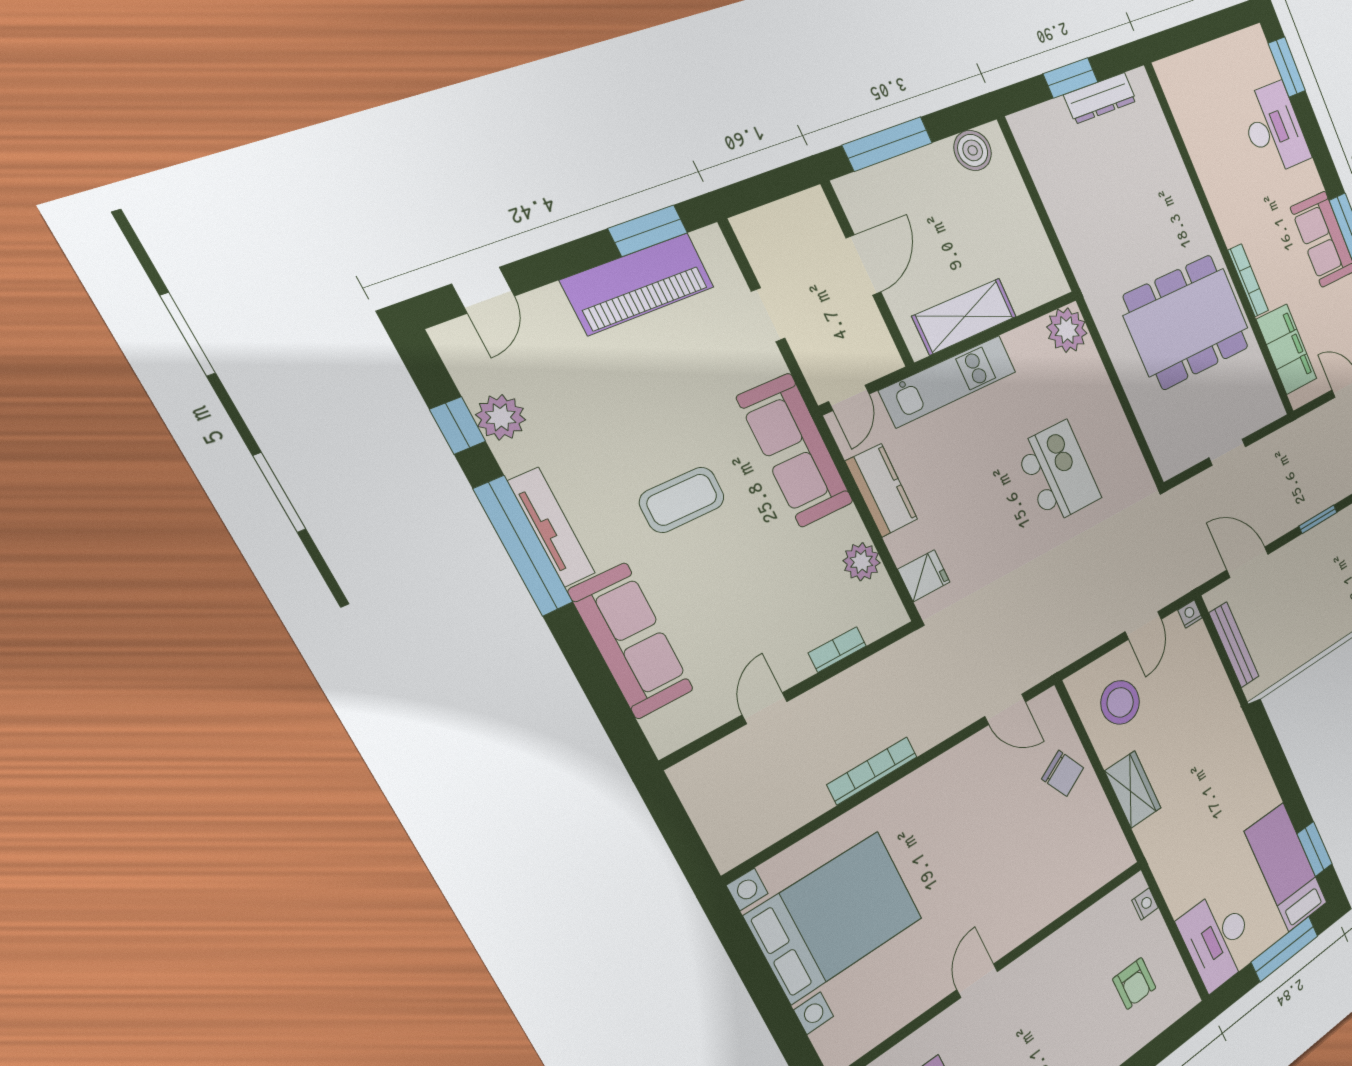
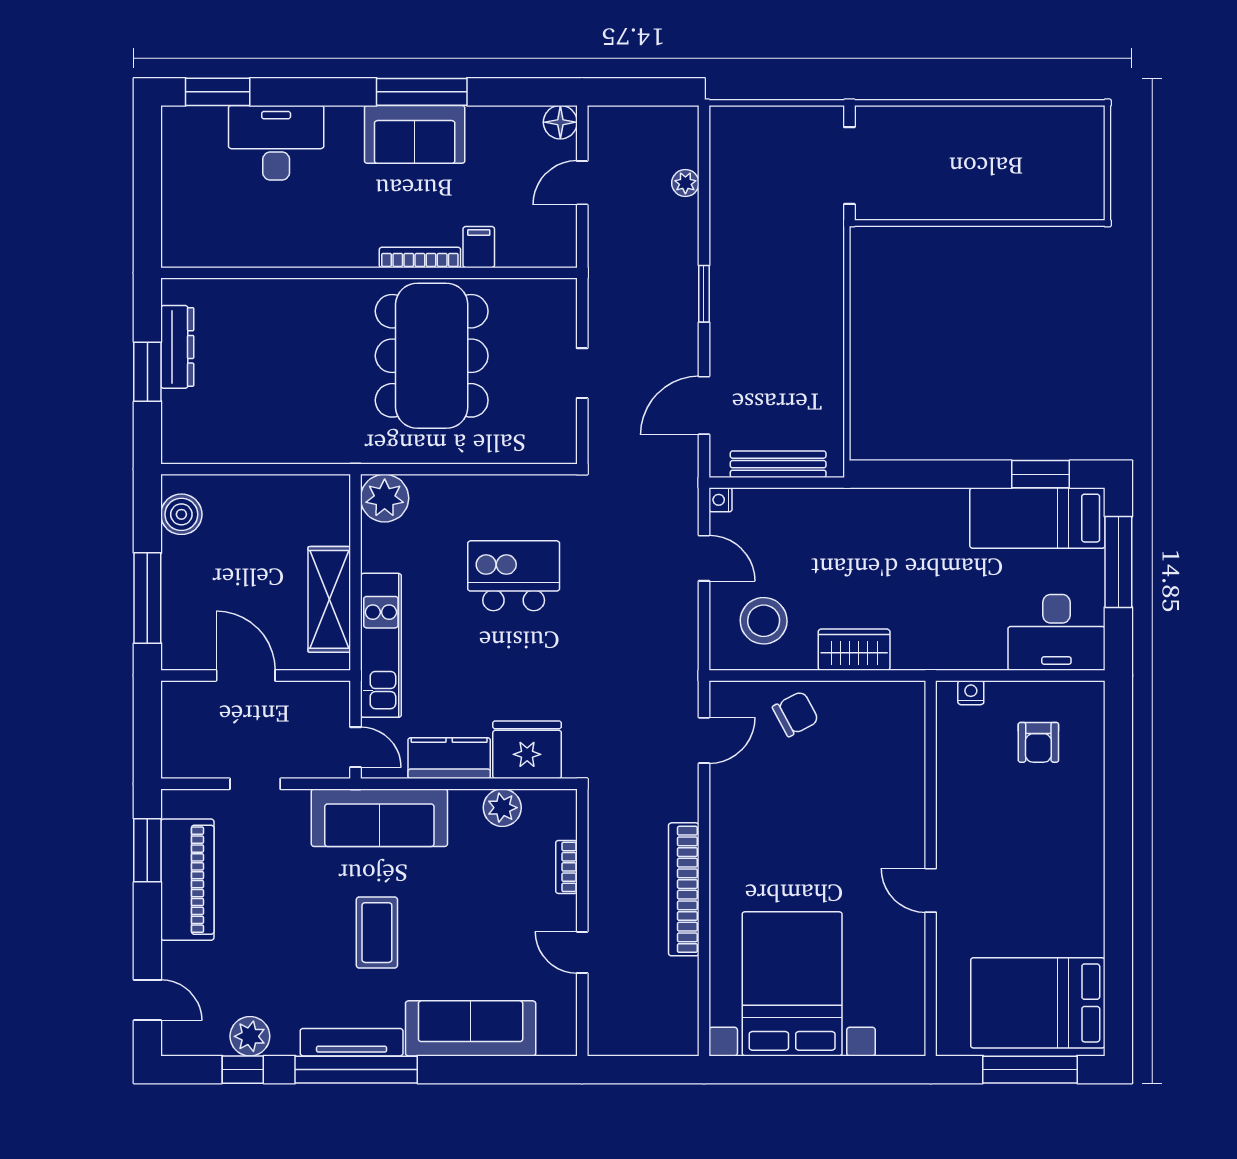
filing cabinet: (1287, 349) -> (479, 247), width x0.33, depth x0.86
fridge: (924, 576) -> (527, 750), width x1.88, depth x1.34
bookcase: (872, 771) -> (684, 889), width x1.48, depth x1.31
armchair: (1134, 983) -> (1038, 742), turned 90

